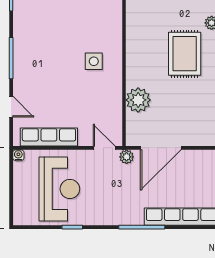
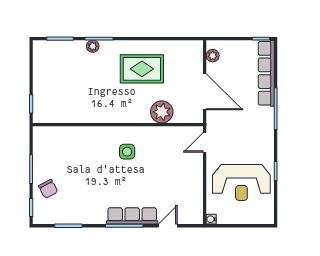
rug: (185, 54) -> (142, 69), moved
row of seats: (49, 137) -> (132, 216), moved, turned 90
plant: (127, 157) -> (213, 56), moved
reception desk: (59, 189) -> (241, 182), turned 180

